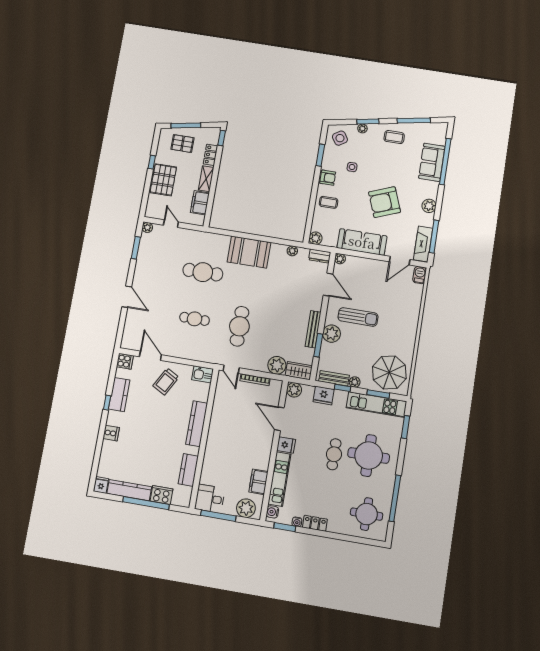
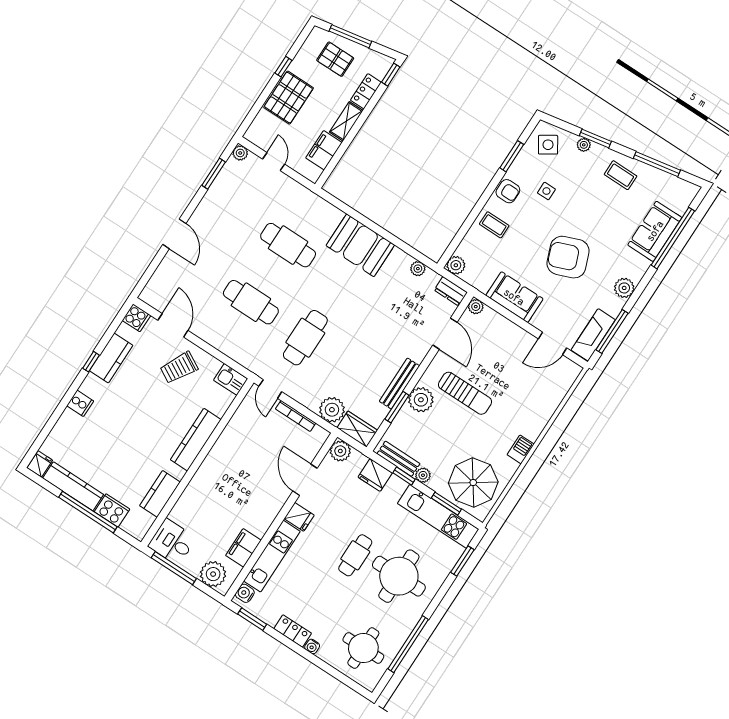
sofa: (362, 242) -> (514, 297), width x0.73
barbecue: (420, 275) -> (521, 449), moved
cafe table: (195, 319) -> (251, 302), width x1.37, depth x1.35
water cooler: (297, 522) -> (312, 646), moved

